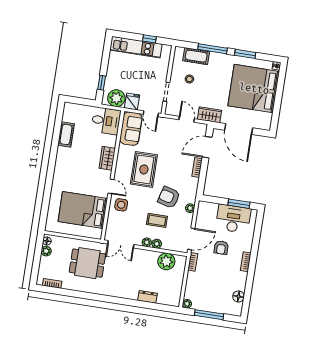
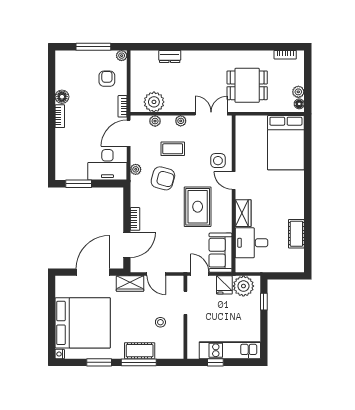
cot: (196, 56) -> (140, 351), moved
desk: (106, 121) -> (252, 243), moved
door: (239, 129) -> (93, 272), hinge flipped
bed: (83, 210) -> (286, 143), moved, turned 90
desk: (233, 219) -> (107, 165), moved
plant: (157, 244) -> (155, 121), moved
armchair: (221, 248) -> (107, 79), moved
floor lamp: (238, 296) -> (62, 97), moved

